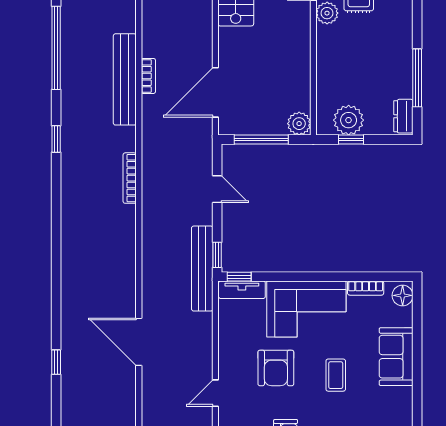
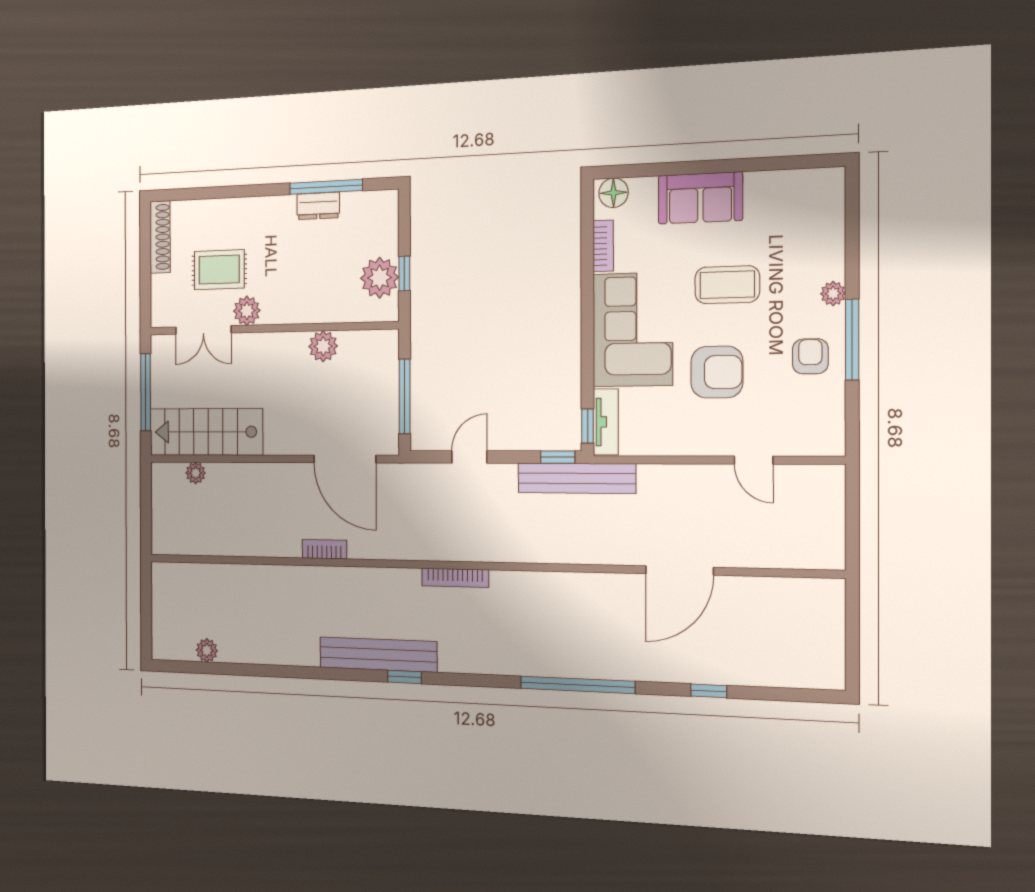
window: (56, 48) -> (577, 685), moved
bench: (125, 79) -> (378, 654), moved
dresser: (403, 116) -> (318, 206), moved
plant: (299, 124) -> (323, 346), moved
coffee table: (336, 375) -> (727, 285), width x1.36, depth x1.30

